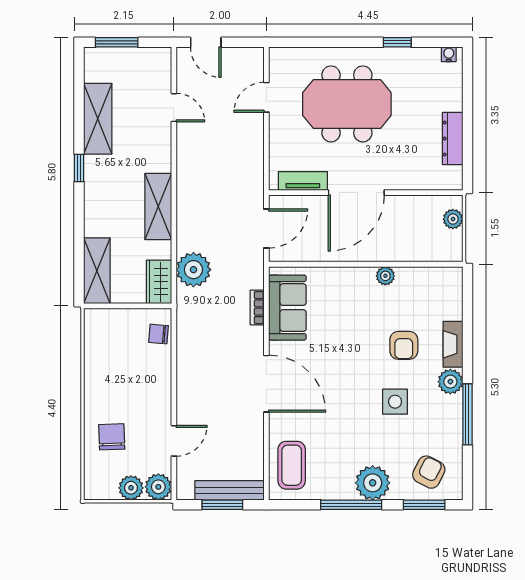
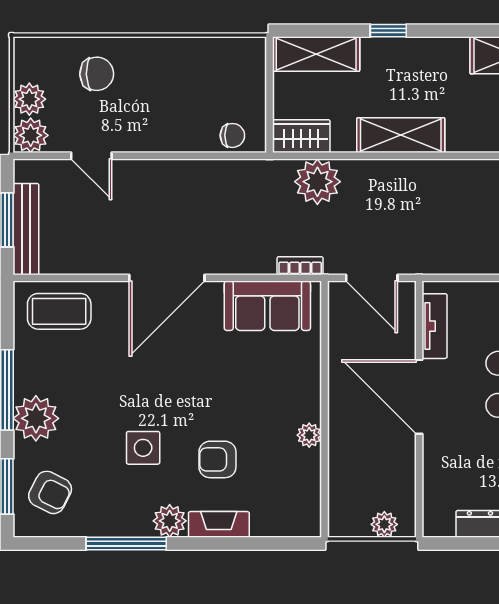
window: (79, 168) -> (388, 31), moved
bookcase: (257, 308) -> (300, 266), moved
chair: (158, 334) -> (232, 135), turned 85

